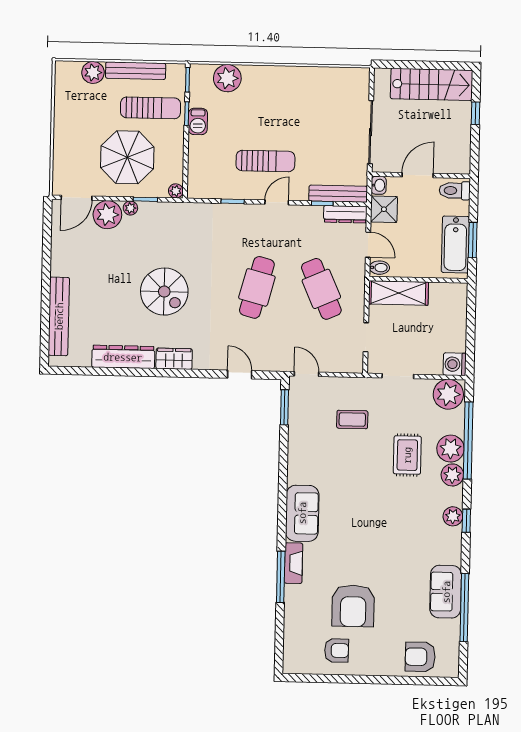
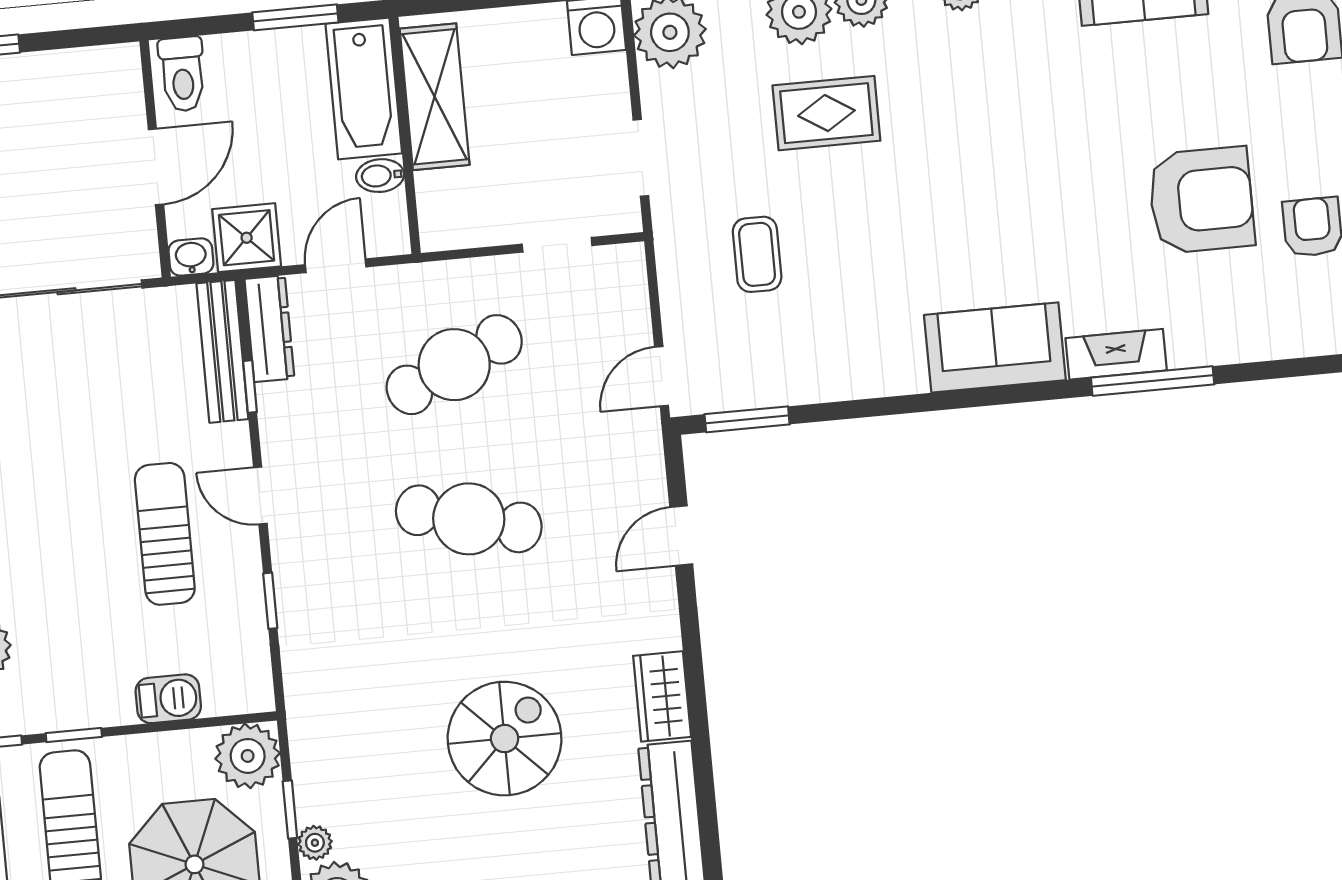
barbecue: (198, 121) -> (168, 699), moved
door: (418, 175) -> (156, 167), swing flipped
plant: (176, 191) -> (248, 756), width x1.87, depth x1.87
bathtub: (455, 244) -> (364, 89), moved, turned 90
bidet: (379, 268) -> (380, 176), moved, turned -90
shelving: (398, 293) -> (435, 97), moved

